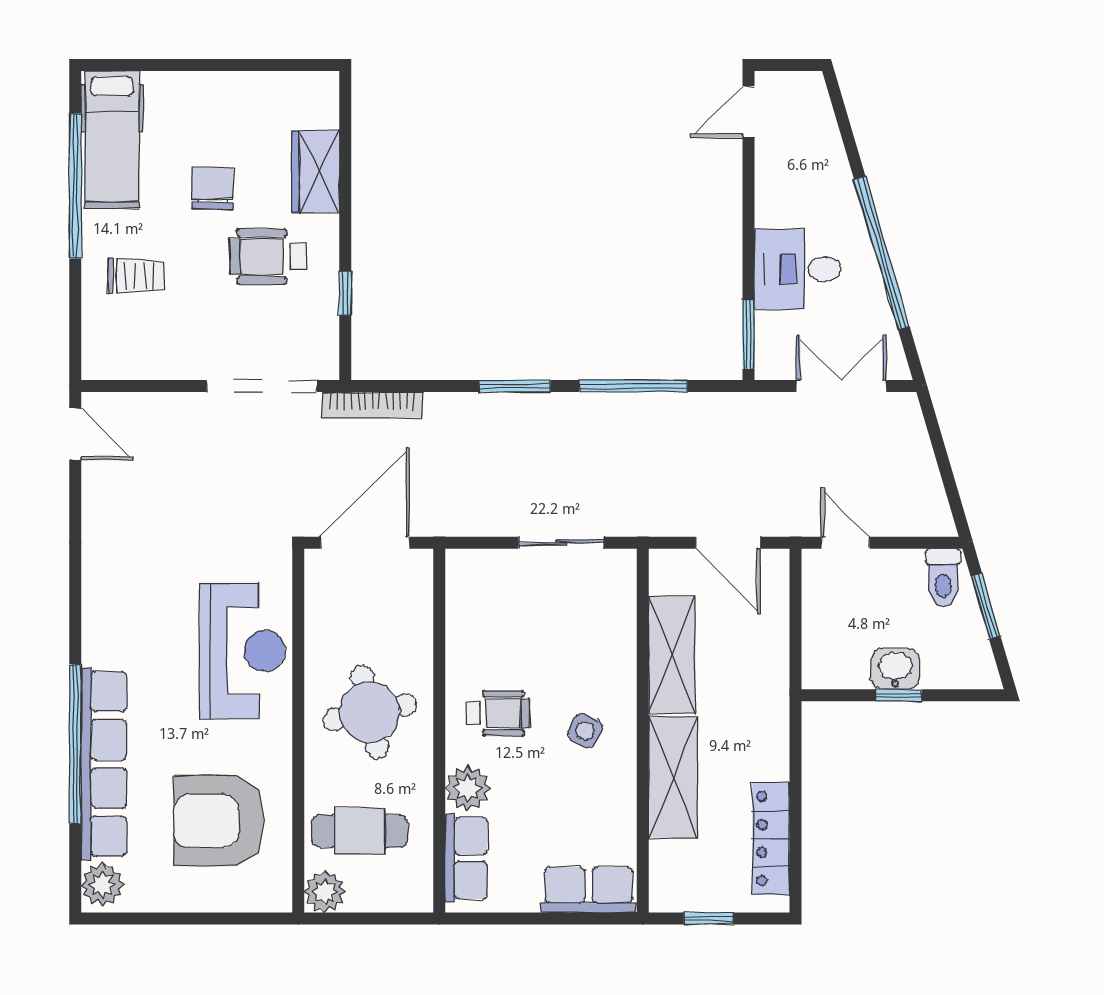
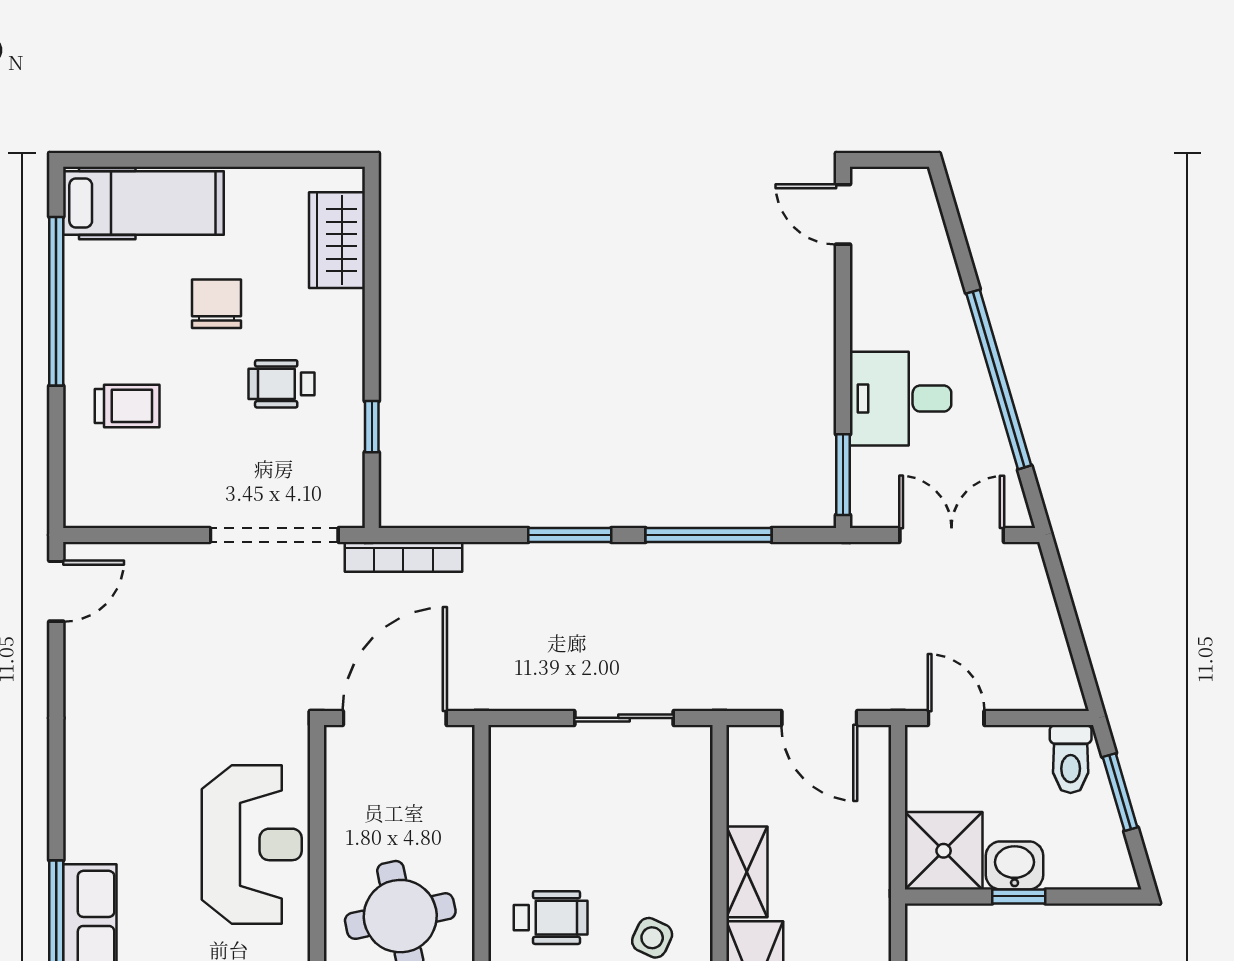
door: (748, 112) -> (843, 214), hinge flipped
hospital bed: (112, 140) -> (143, 203), moved, turned -90
wardrobe: (316, 171) -> (337, 240), moved
wheelchair: (268, 257) -> (281, 384), width x0.73, depth x0.73
door: (75, 434) -> (56, 591), hinge flipped
shelving: (672, 655) -> (747, 872), width x0.67, depth x0.75
shower: (834, 656) -> (944, 851), added

